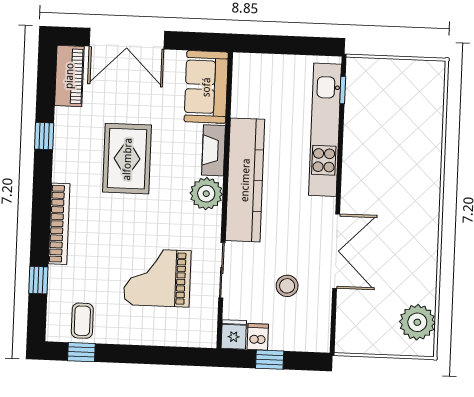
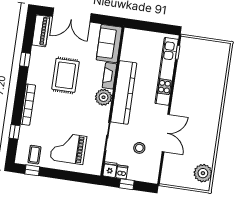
grand piano: (157, 278) -> (68, 148), moved

